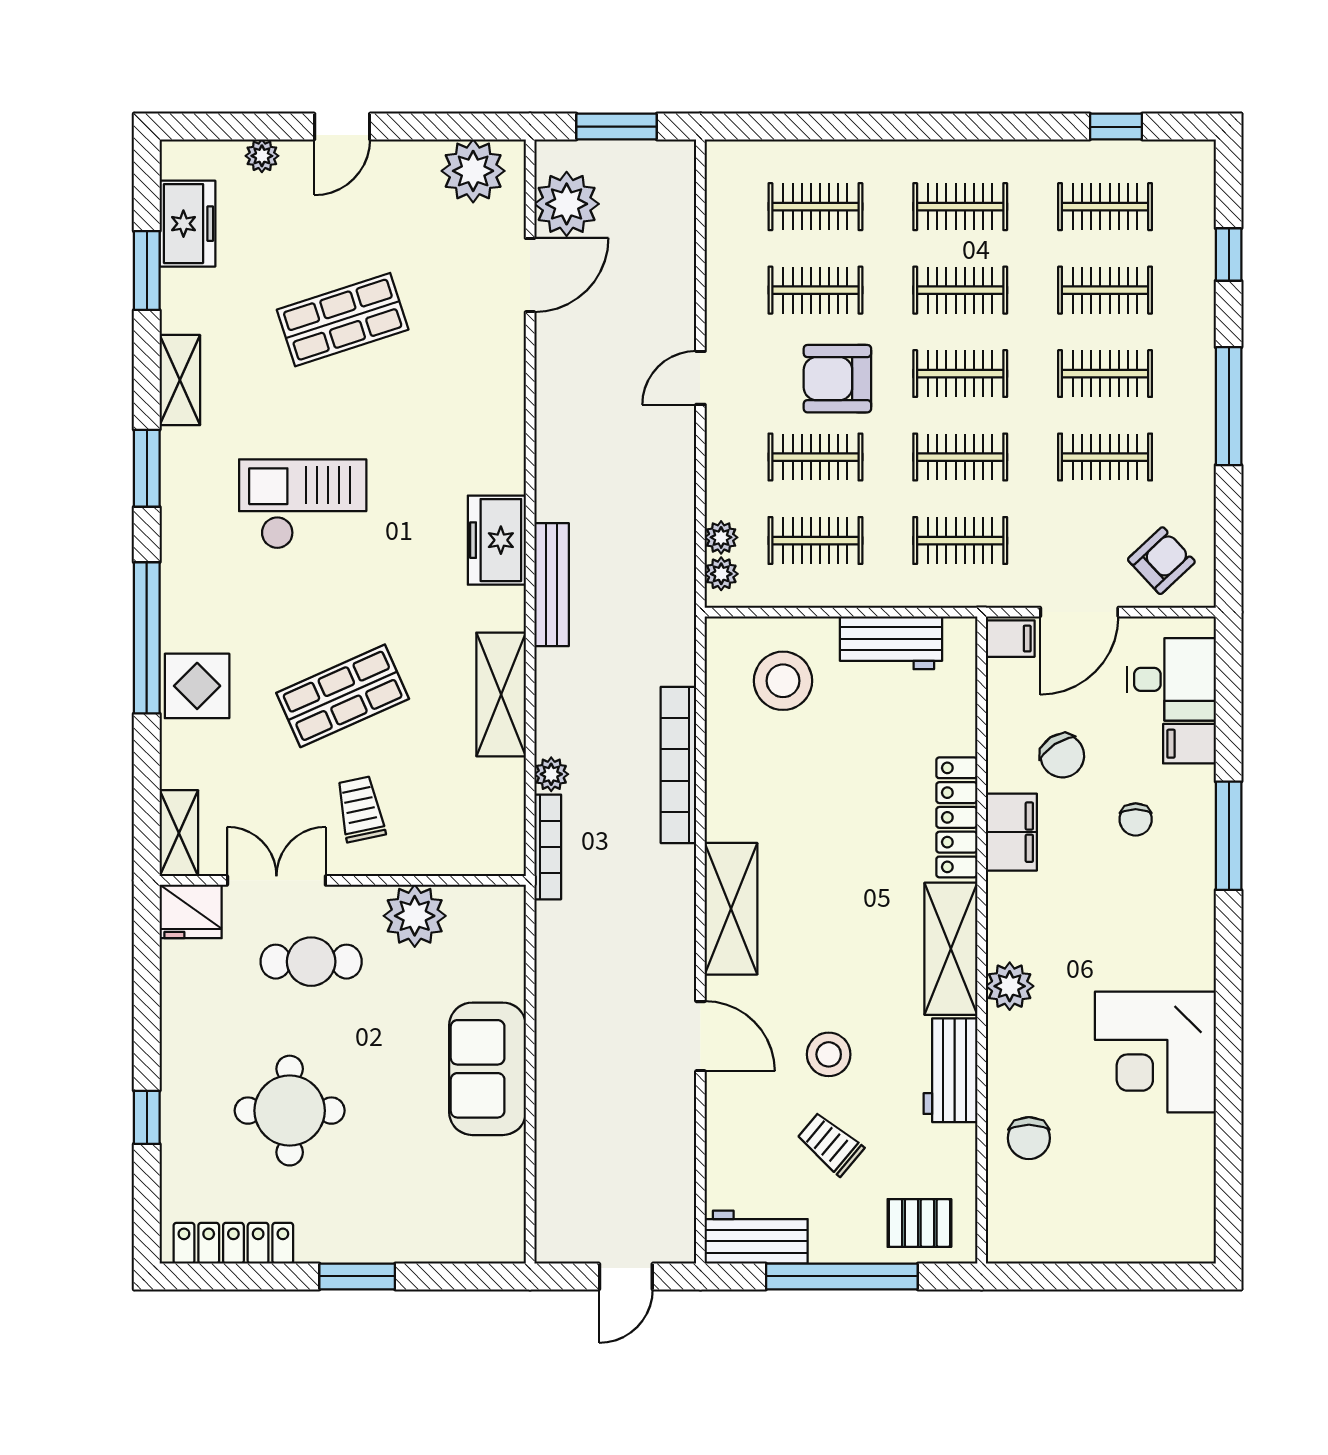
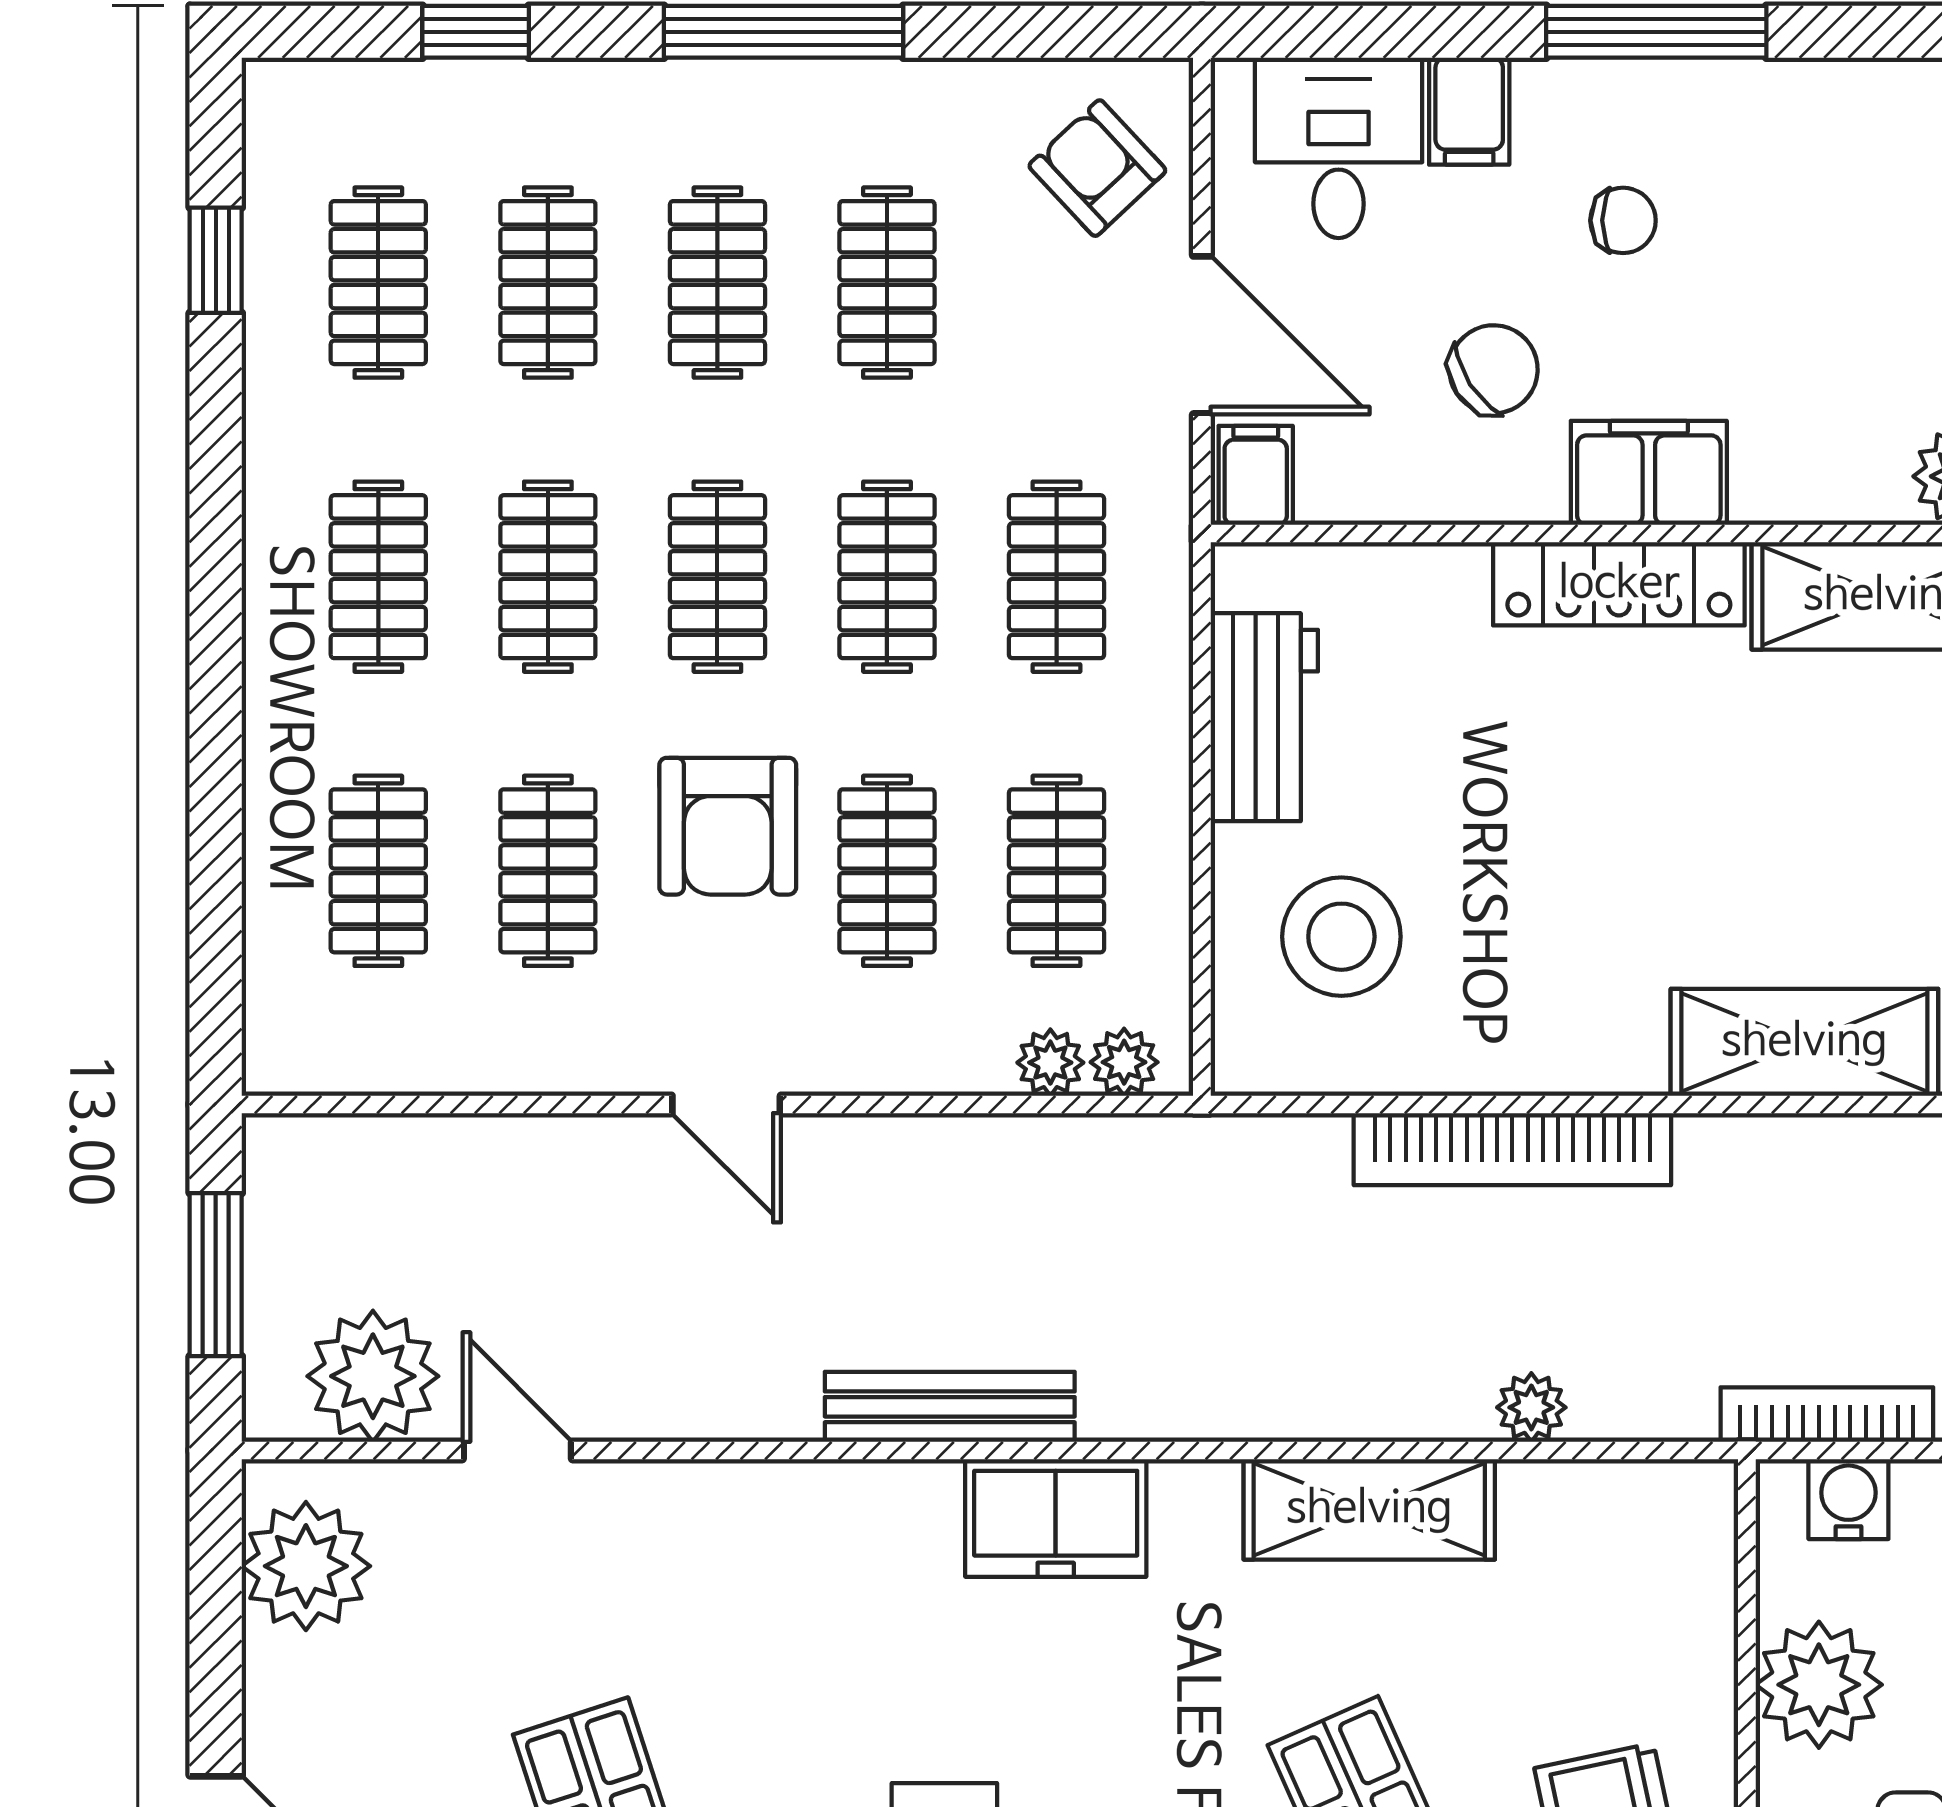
door: (530, 275) -> (517, 1450), width x0.73
bench: (552, 585) -> (950, 1407), moved
bookcase: (548, 847) -> (1827, 1415), moved
water cooler: (506, 930) -> (1848, 1499), added

